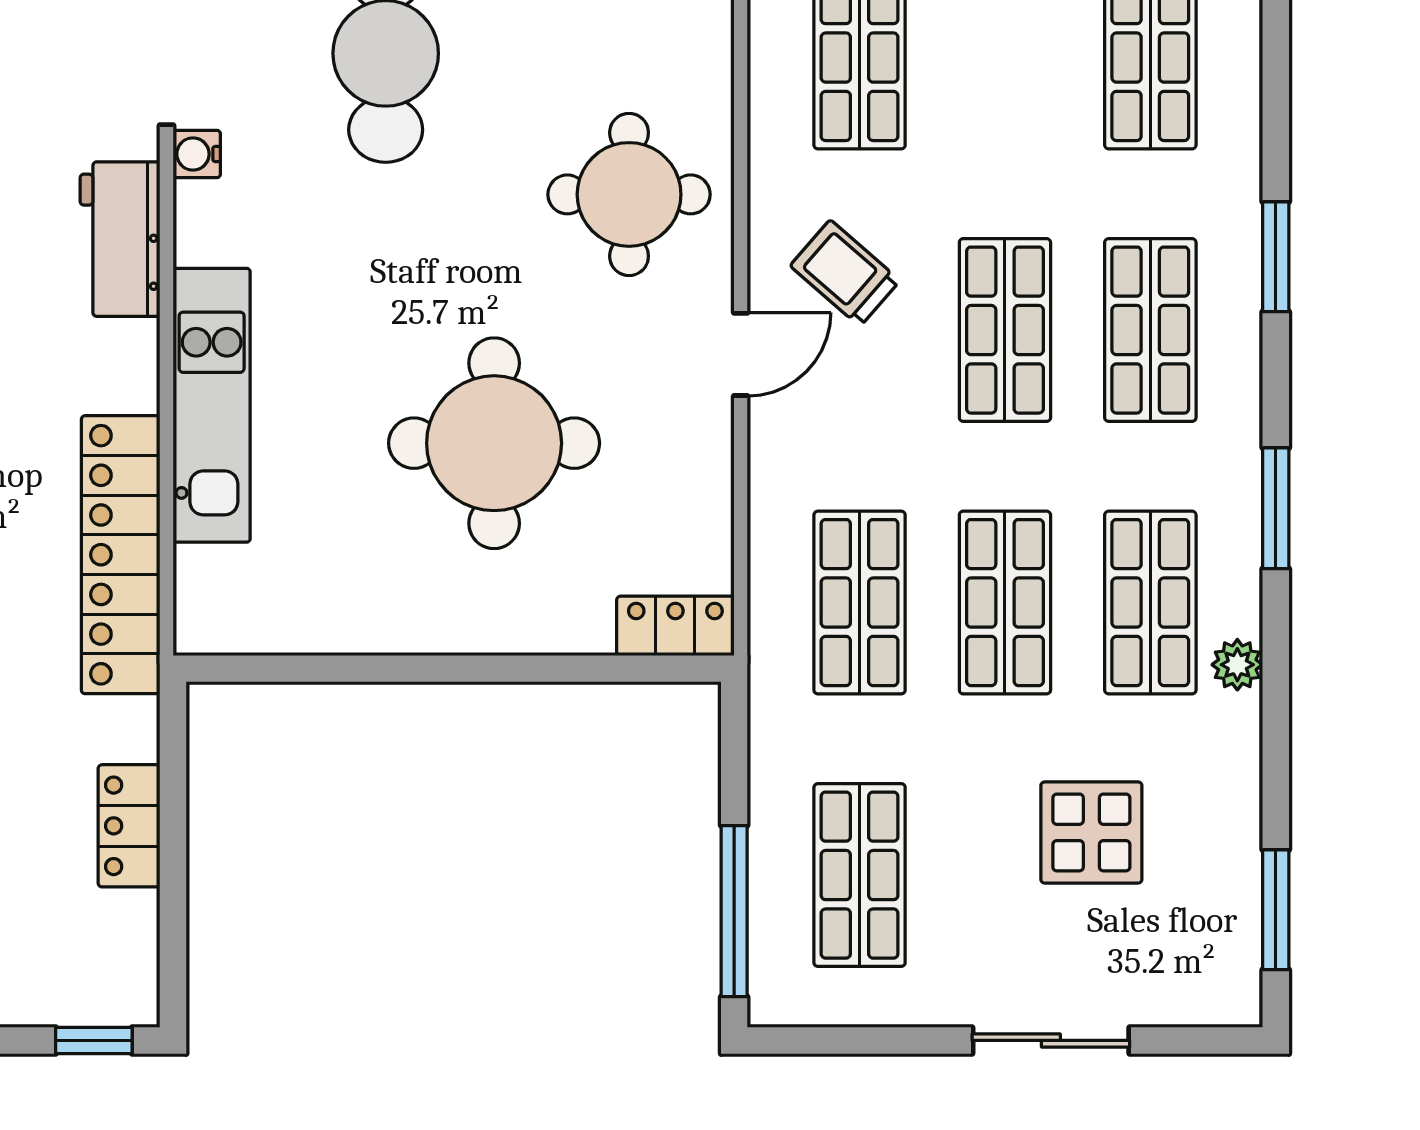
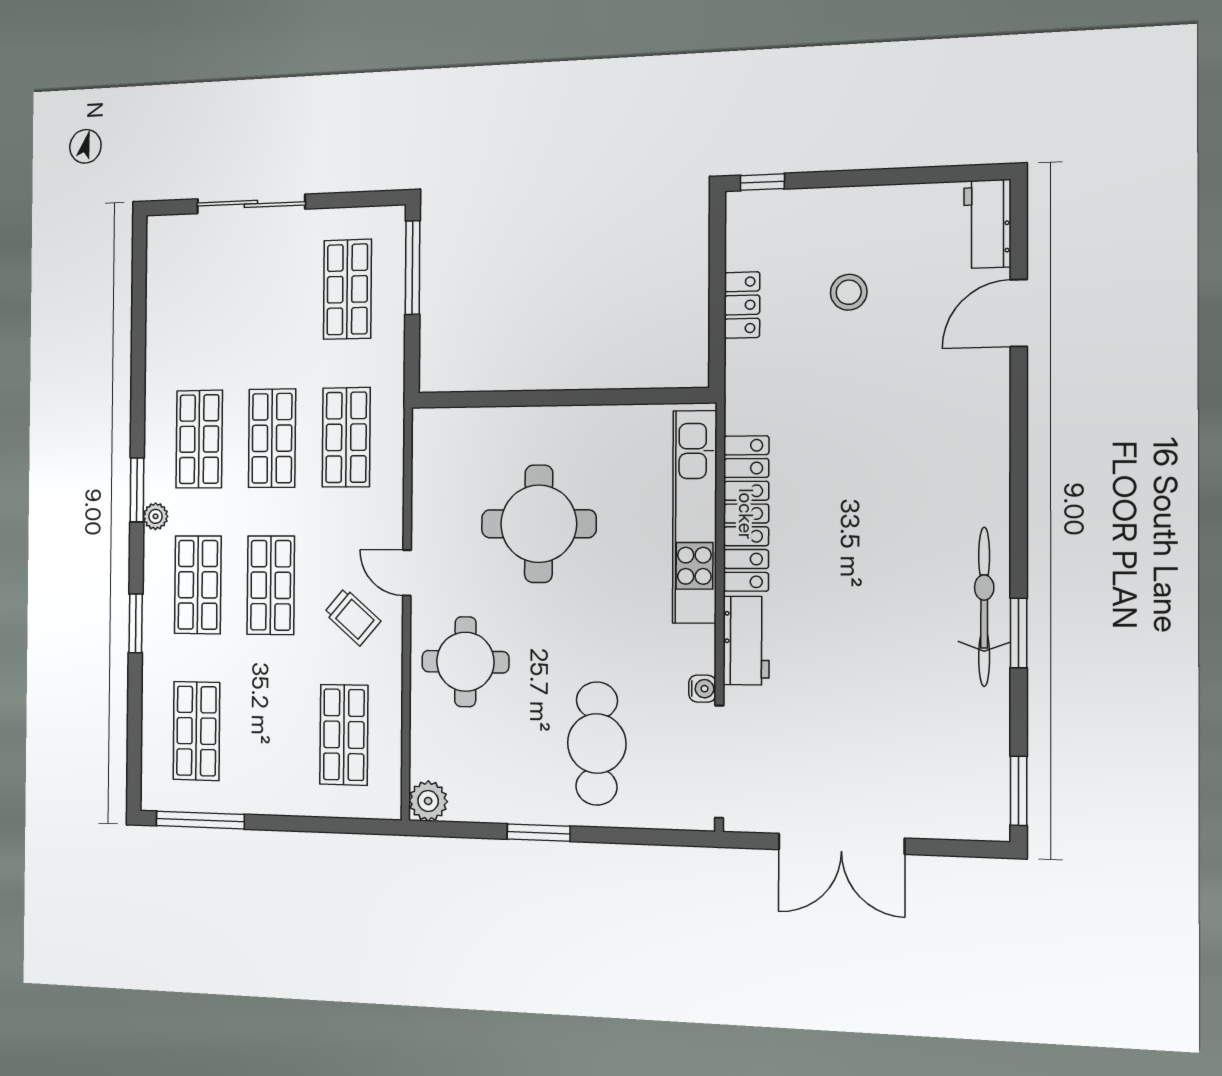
door: (741, 354) -> (407, 573), hinge flipped
kitchen unit: (212, 405) -> (695, 517), width x1.36
locker: (121, 555) -> (746, 514), moved
locker: (675, 626) -> (442, 423), removed
plant: (1237, 665) -> (156, 516), moved
display table: (1091, 832) -> (230, 316), removed
window: (1276, 910) -> (139, 278), removed
sliding door: (1051, 1040) -> (251, 204), width x1.37

